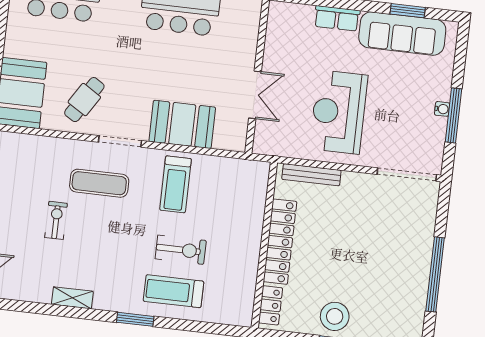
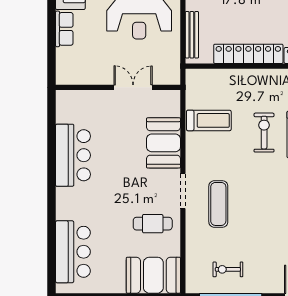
cafe table: (84, 100) -> (153, 224), turned -32
treadmill: (175, 184) -> (209, 120), moved
exercise bike: (56, 220) -> (228, 269), moved

